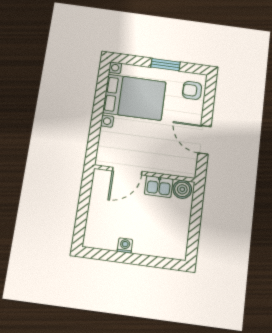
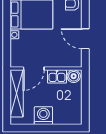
shelving: (98, 203) -> (17, 93), added
washing machine: (125, 245) -> (43, 116), width x1.89, depth x1.89

